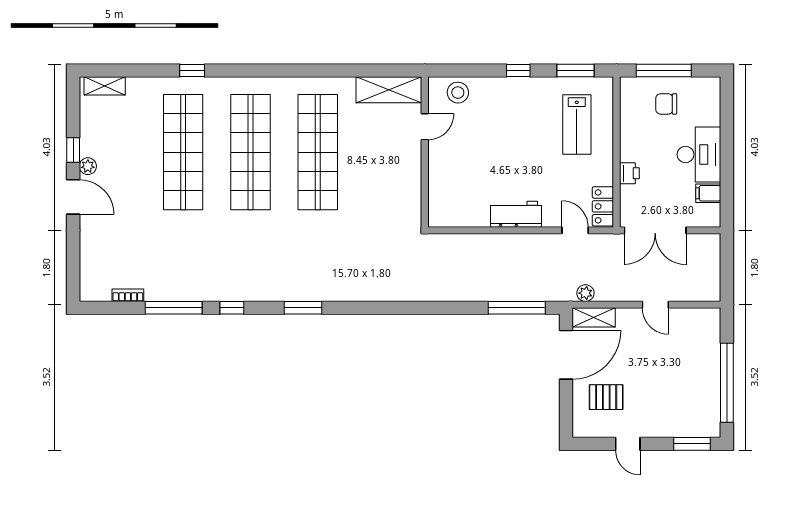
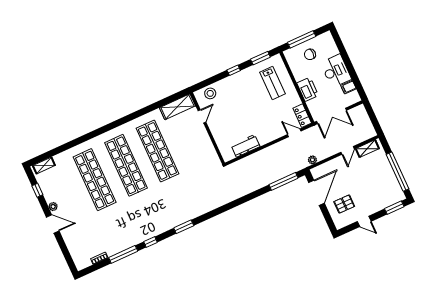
window: (192, 71) -> (81, 140), removed
window: (73, 150) -> (37, 190), moved
printer: (629, 173) -> (308, 89), width x1.87, depth x1.48
workbench: (516, 214) -> (246, 146), moved
door: (655, 305) -> (348, 150), hinge flipped
shelving: (594, 317) -> (367, 149), moved

